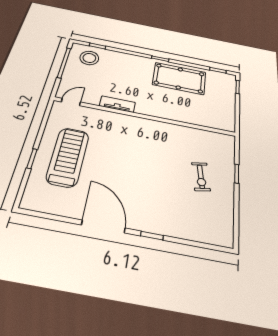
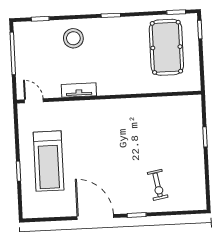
stool: (89, 58) -> (73, 38), moved
pool table: (179, 78) -> (166, 47), moved, turned 90
door: (71, 102) -> (34, 101), hinge flipped
treadmill: (68, 157) -> (49, 161), turned 180
exercise bike: (201, 177) -> (158, 185), moved

